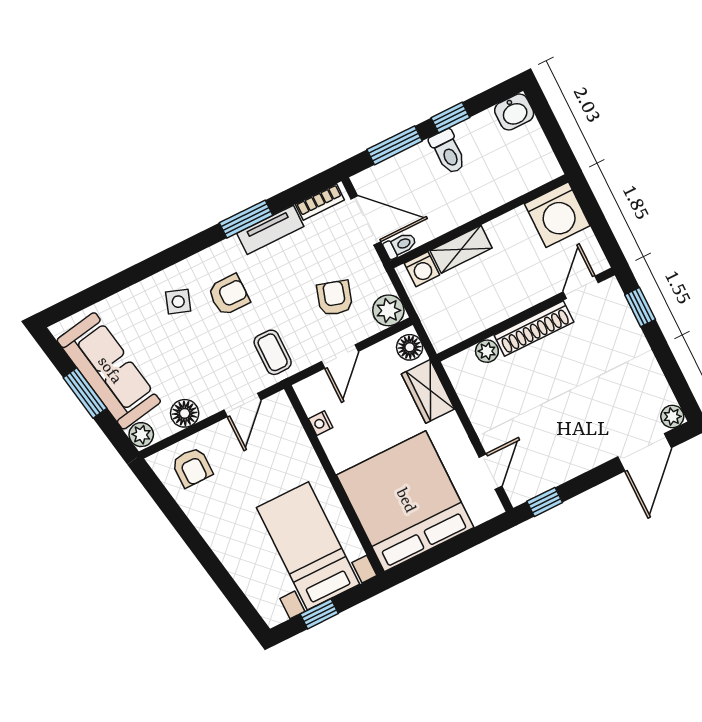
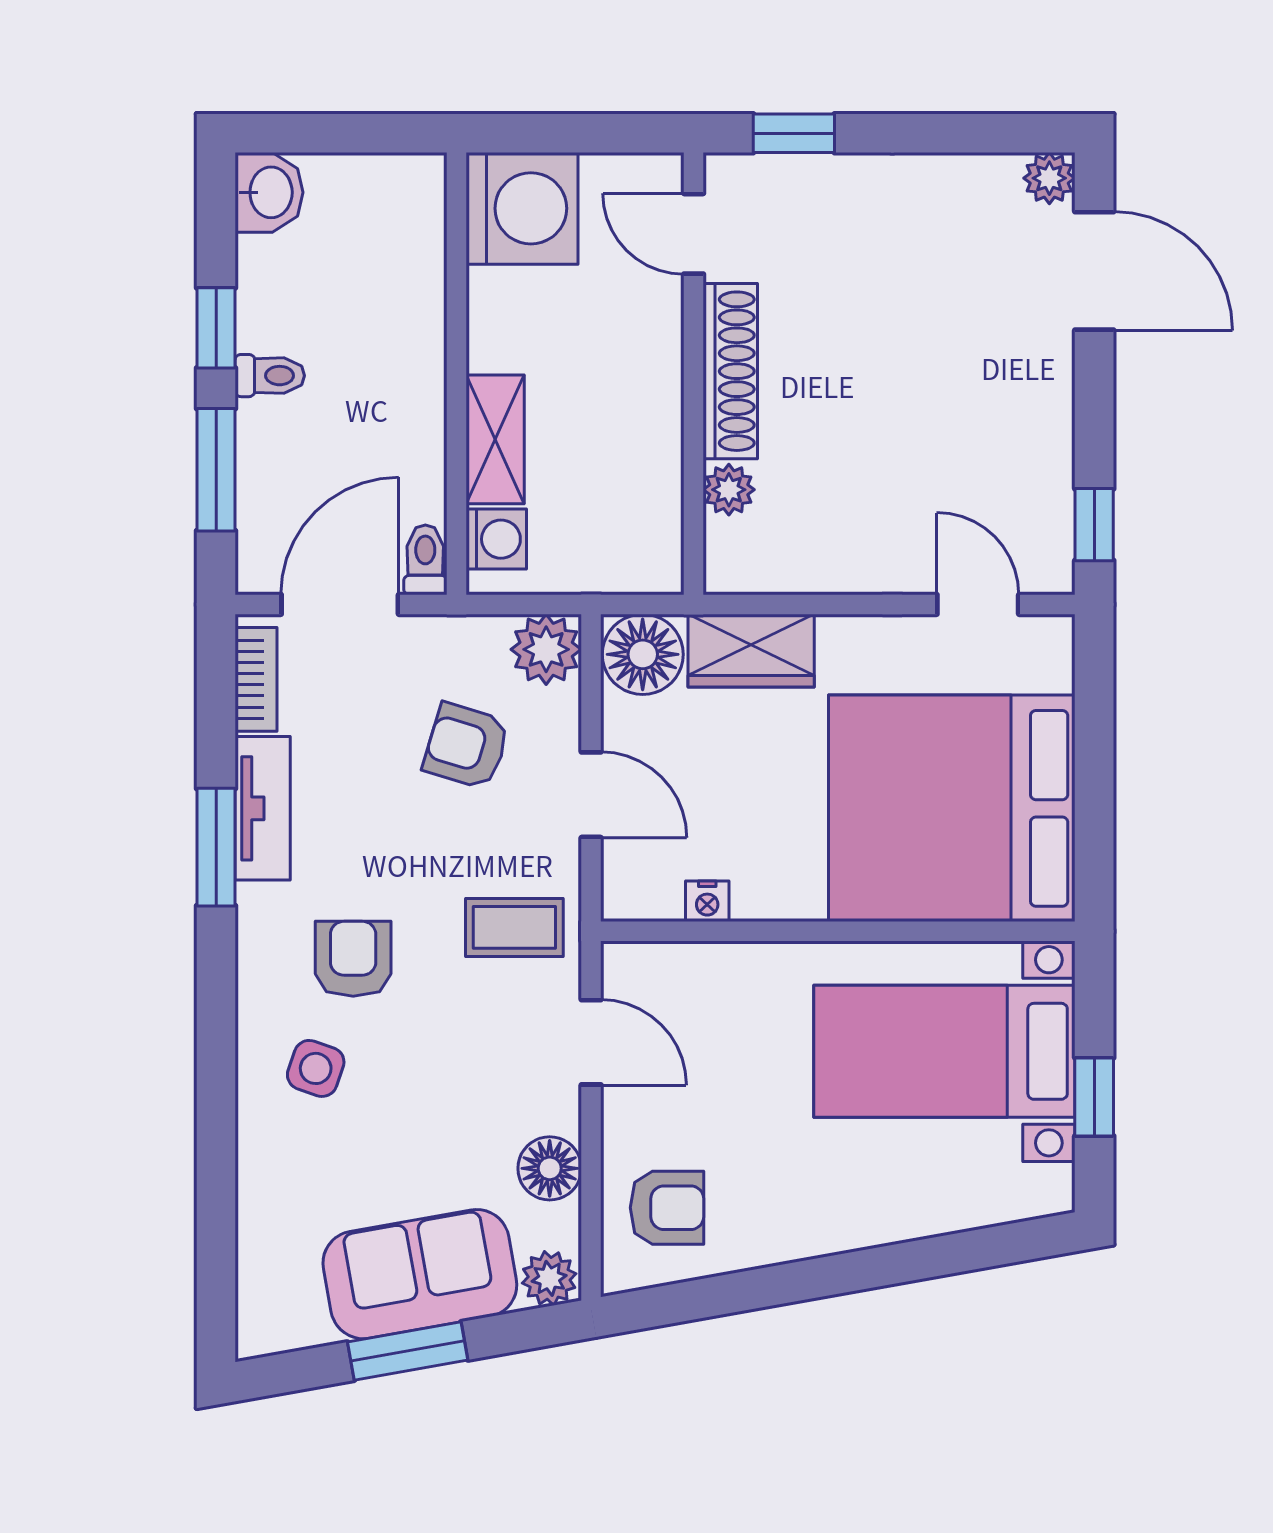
toilet: (448, 152) -> (270, 376), width x0.73, depth x0.72
floor lamp: (410, 347) -> (643, 654), width x1.38, depth x1.38
sofa: (109, 371) -> (420, 1274), width x0.73

